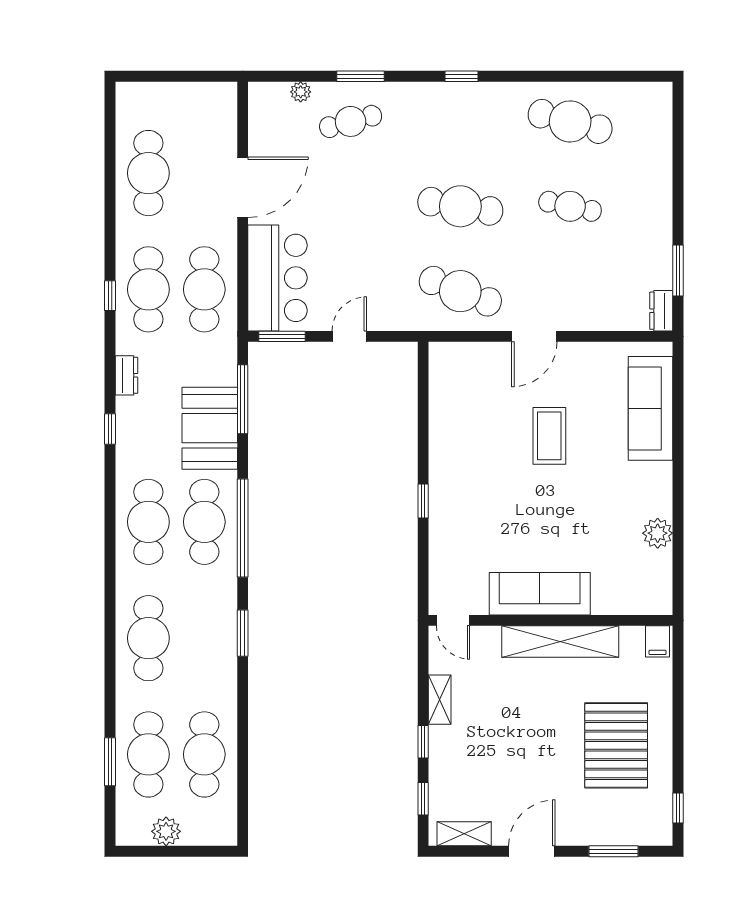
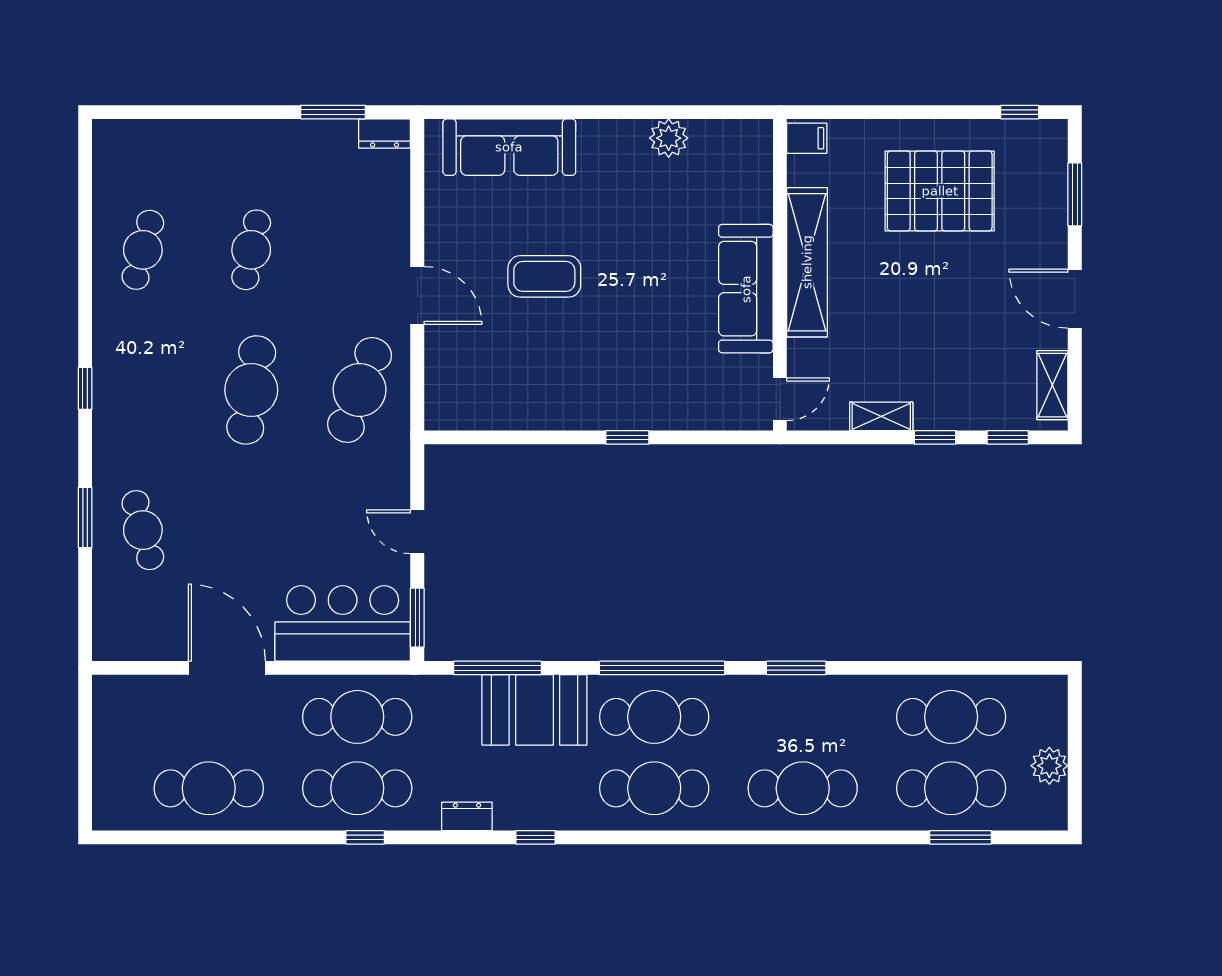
plant: (301, 92) -> (105, 594), removed
cafe table: (570, 121) -> (143, 250), width x0.73, depth x0.74

